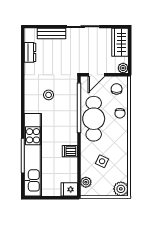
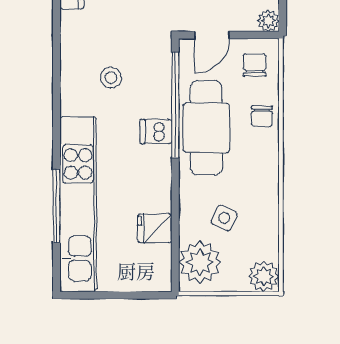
dishwasher: (70, 151) -> (156, 132), moved
plant: (86, 182) -> (200, 262), width x1.88, depth x1.88
fridge: (69, 189) -> (155, 228), moved

